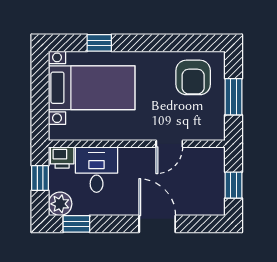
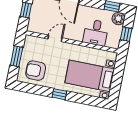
window: (99, 43) -> (59, 94), moved
armchair: (193, 77) -> (36, 71), turned -90
printer: (62, 158) -> (112, 43), removed

